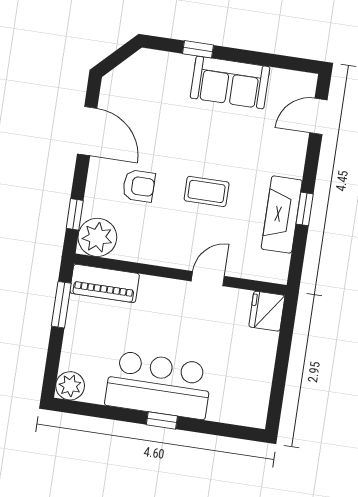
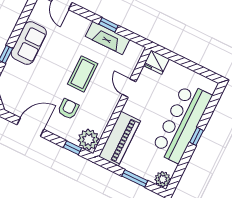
coffee table: (207, 191) -> (83, 74), width x1.36, depth x1.30
piano: (105, 283) -> (120, 139), width x1.37, depth x1.33
window: (61, 305) -> (135, 178), moved
bar counter: (159, 385) -> (182, 123), width x1.36

